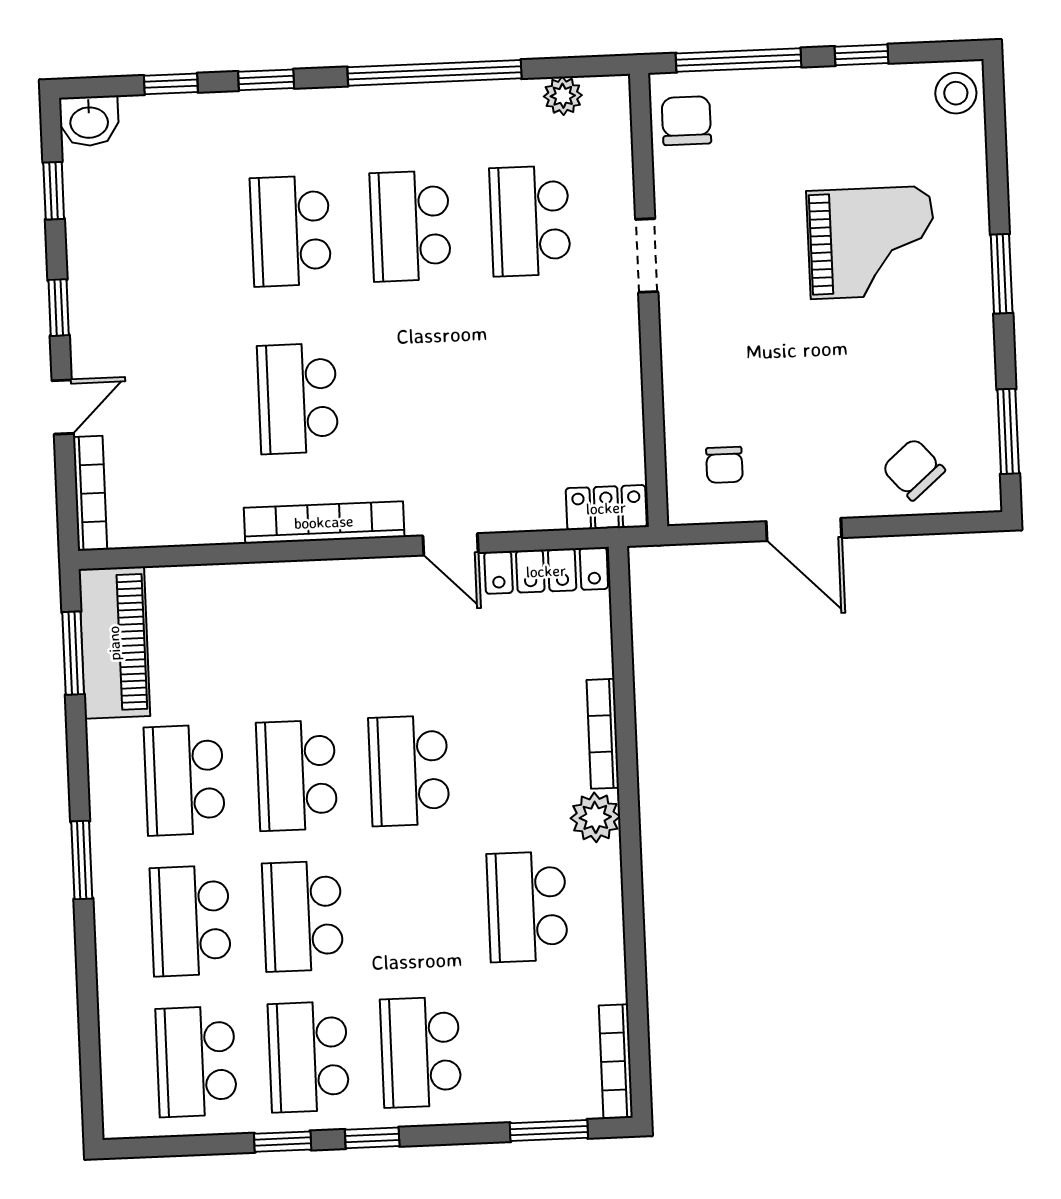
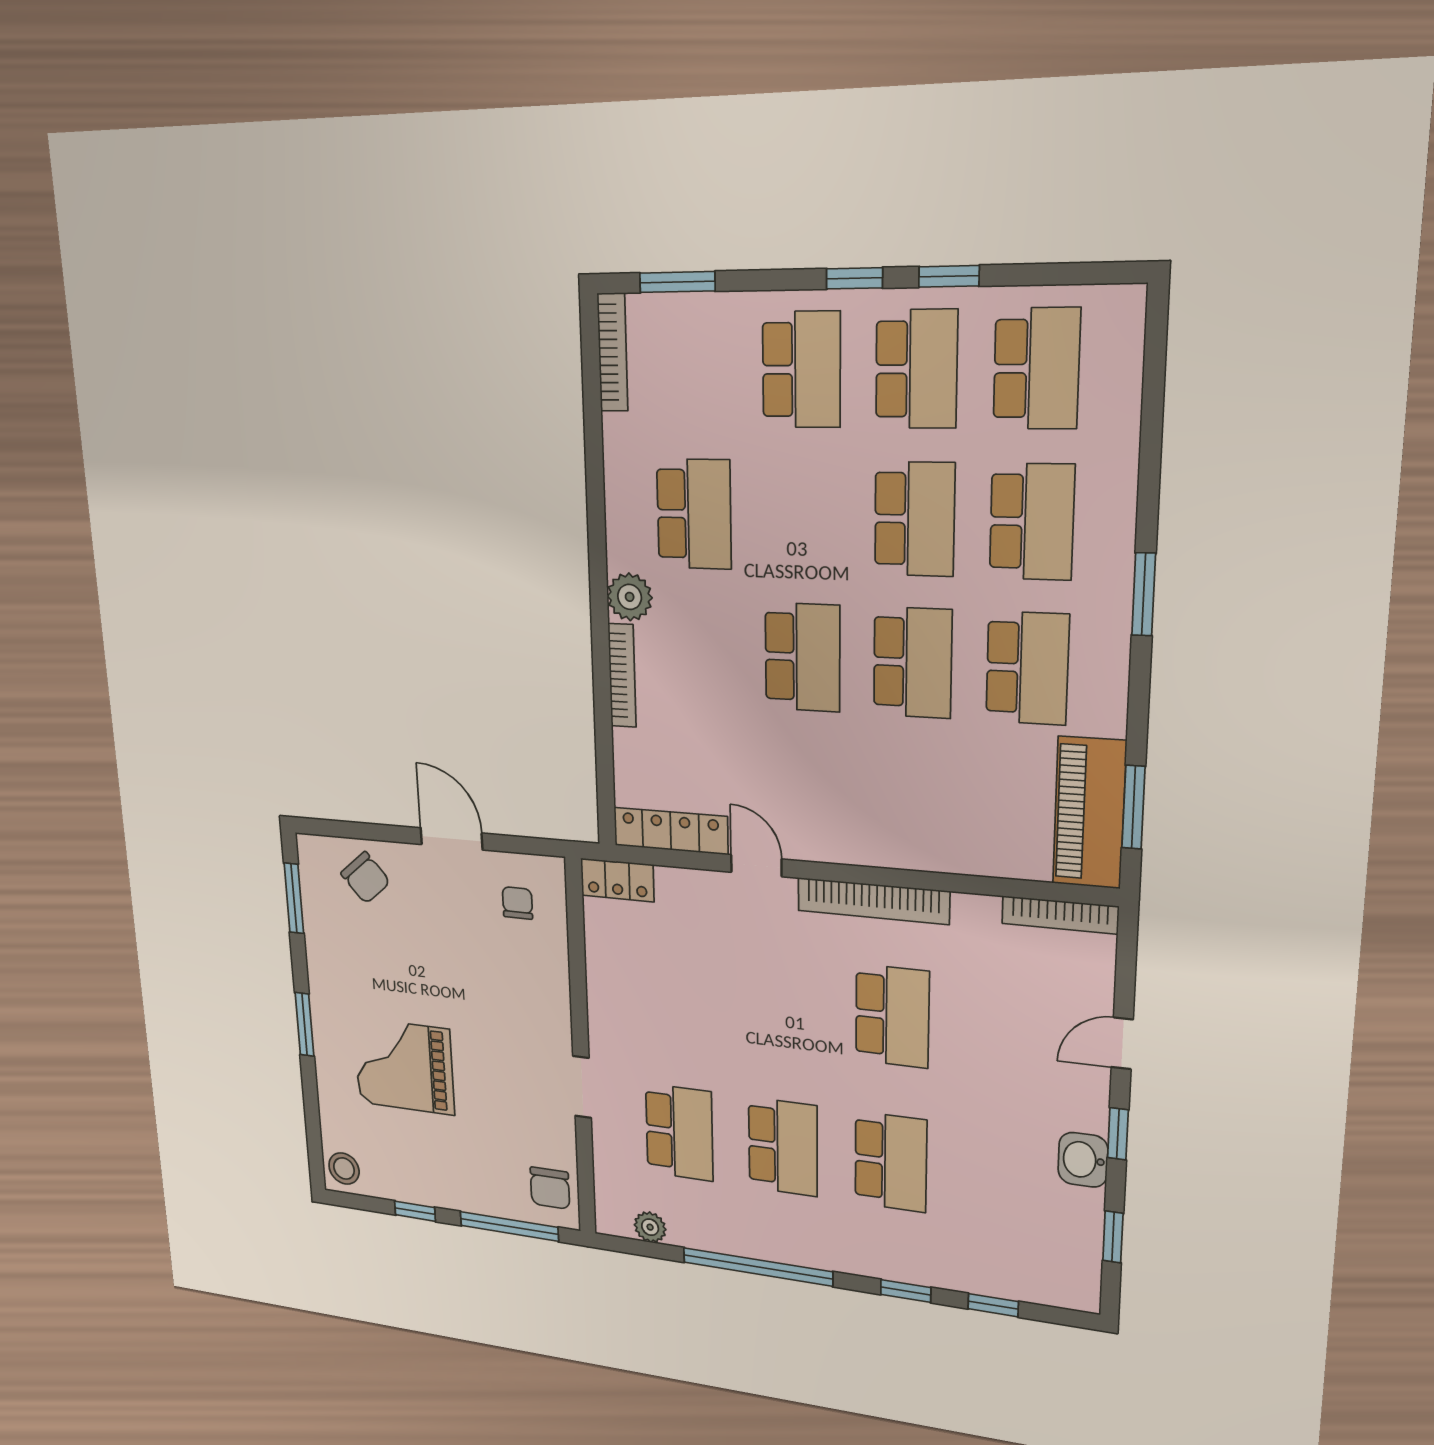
washbasin: (89, 121) -> (1083, 1160), moved, turned -90
bookcase: (90, 493) -> (1060, 915), moved, turned -90

